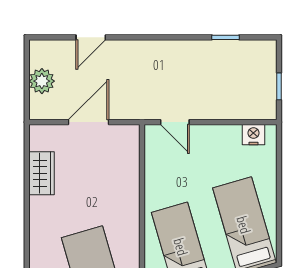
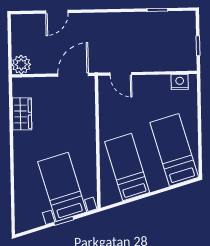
plant: (42, 81) -> (21, 65), moved
door: (88, 122) -> (73, 75), moved

